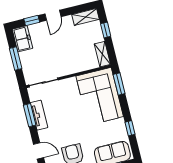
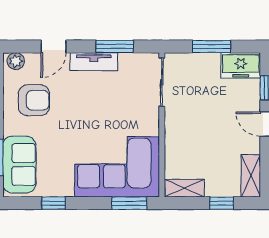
tv unit: (39, 115) -> (94, 62), moved

